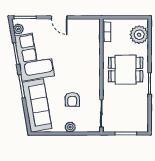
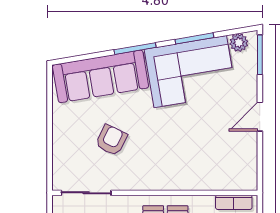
armchair: (72, 99) -> (111, 140), turned 116
plant: (70, 127) -> (61, 136), removed

